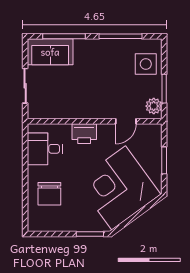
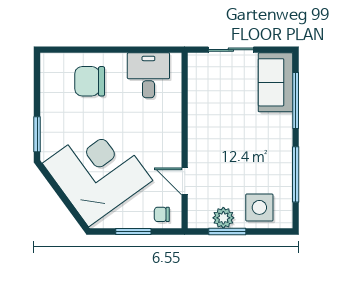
plant: (154, 106) -> (223, 218), moved
printer: (84, 134) -> (168, 127), removed
chair: (151, 139) -> (162, 214), added

